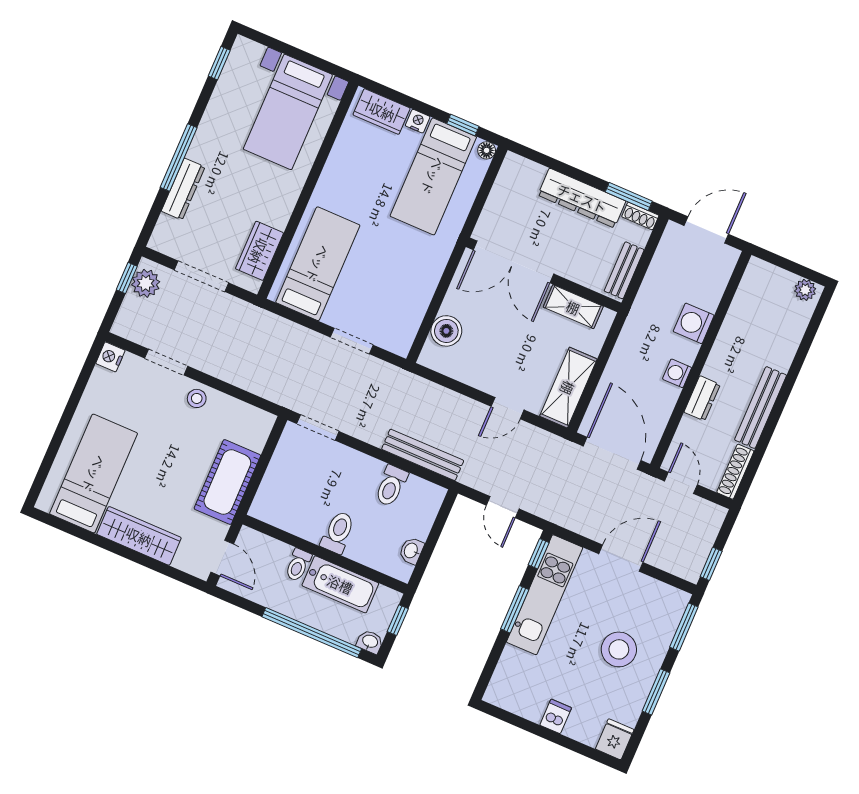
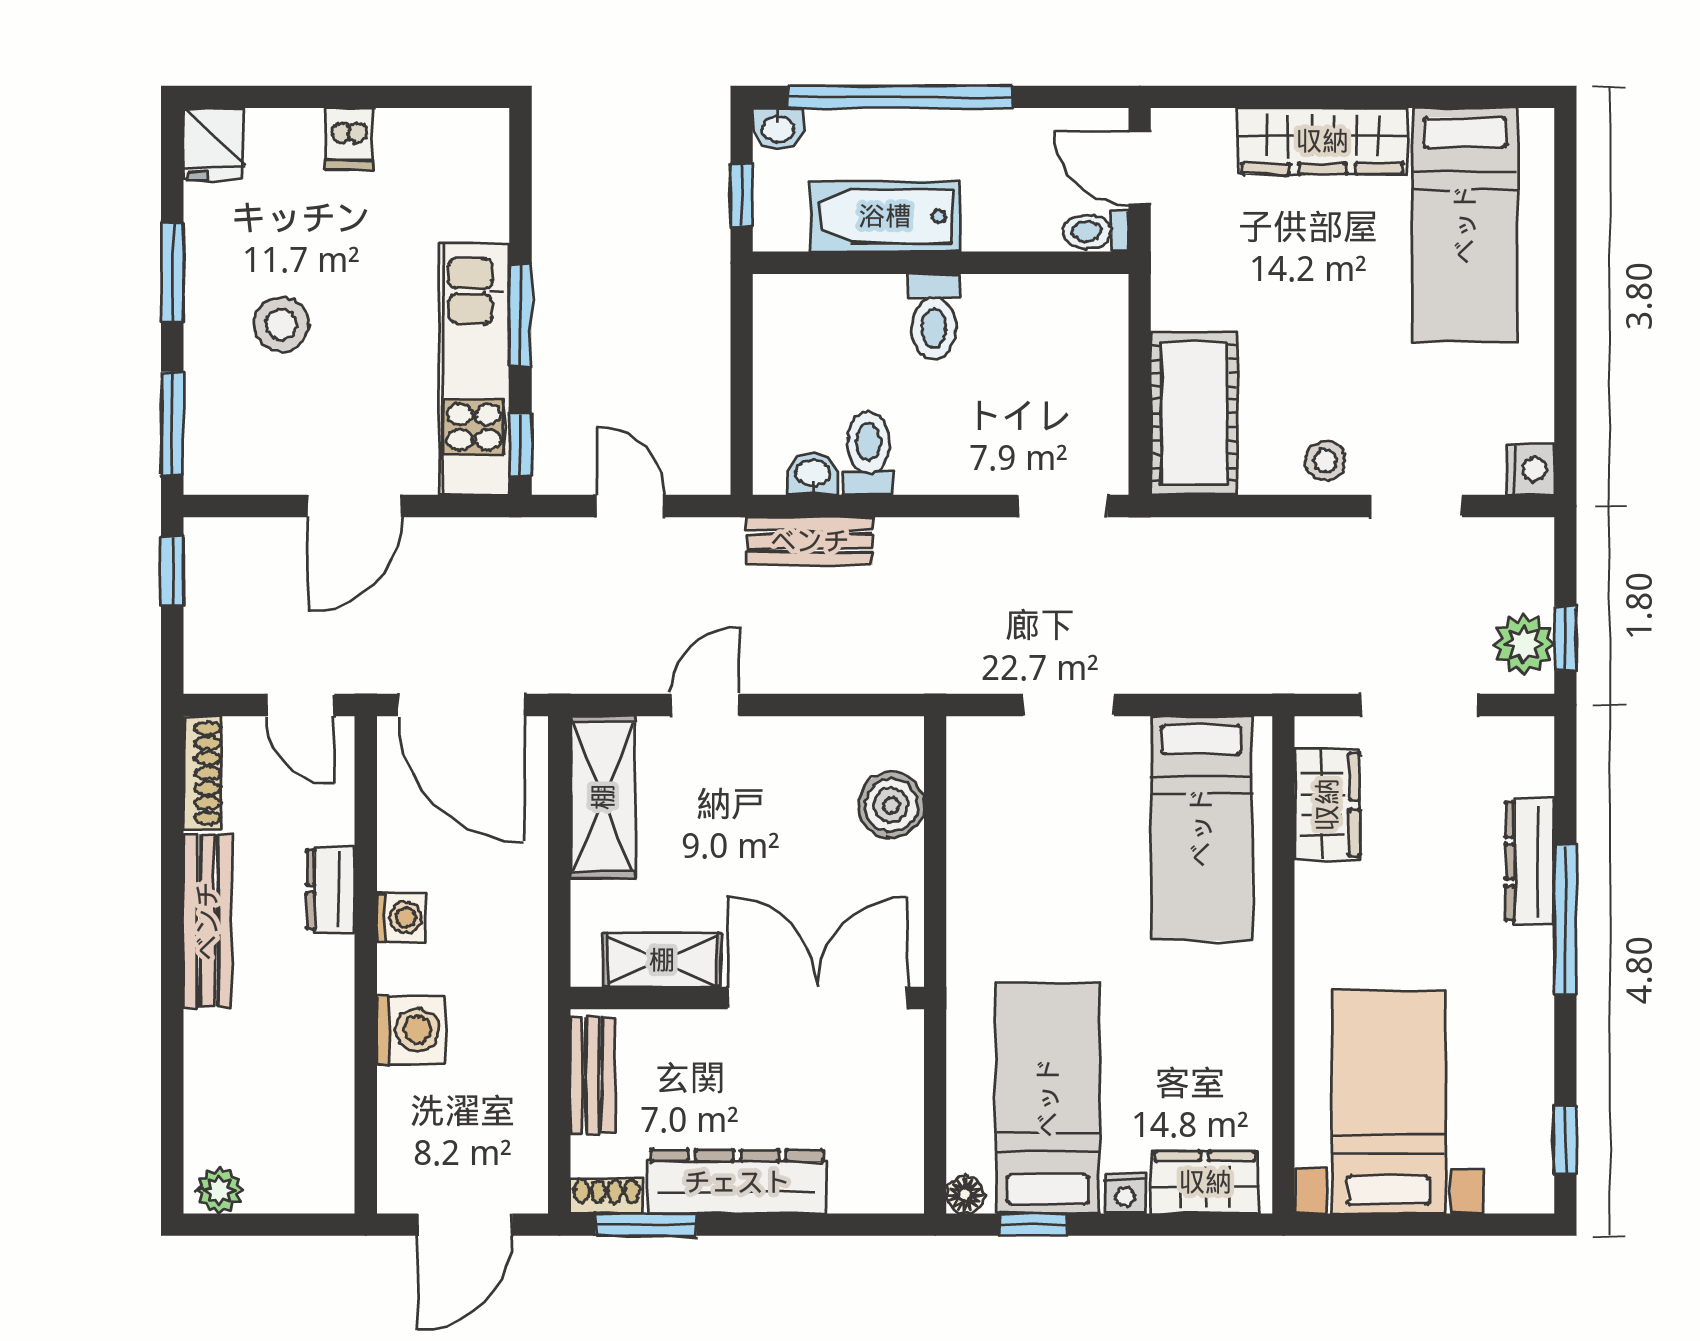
bench: (423, 455) -> (810, 541), width x0.73
cot: (227, 482) -> (1194, 413), moved
washbasin: (411, 551) -> (813, 474), moved, turned -90
toilet: (298, 565) -> (1096, 231), moved, turned -90
stool: (619, 649) -> (281, 324), width x0.73, depth x0.73

